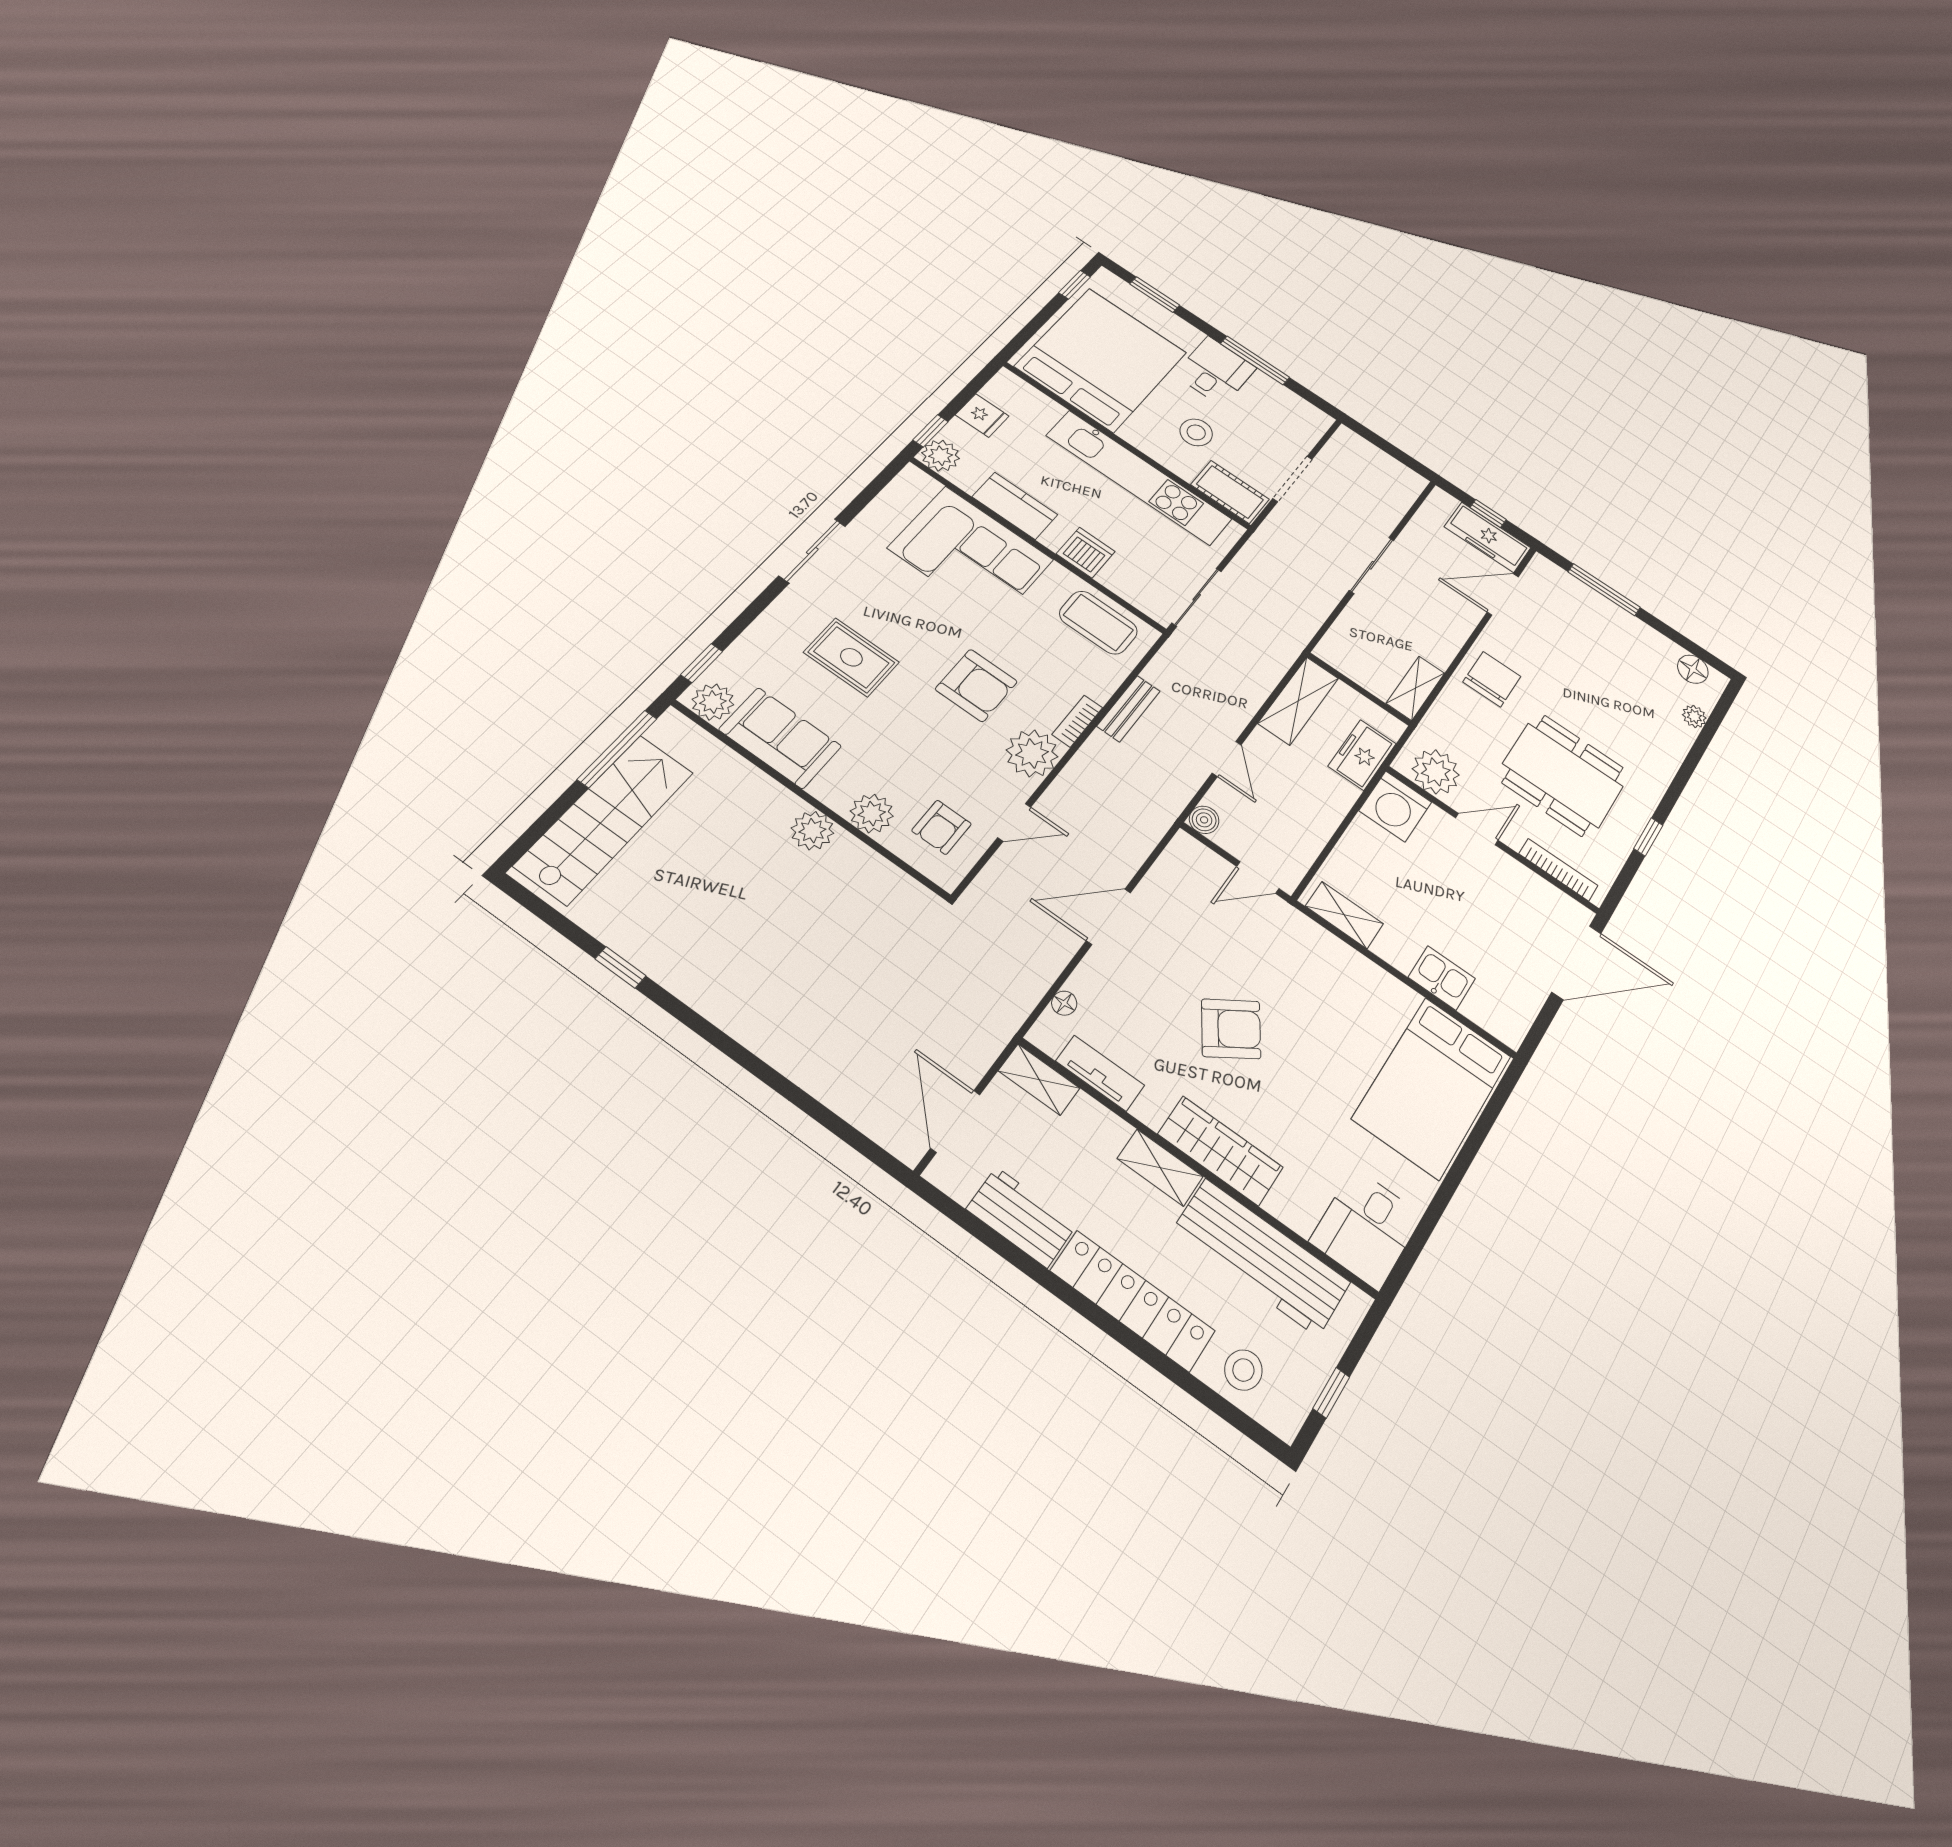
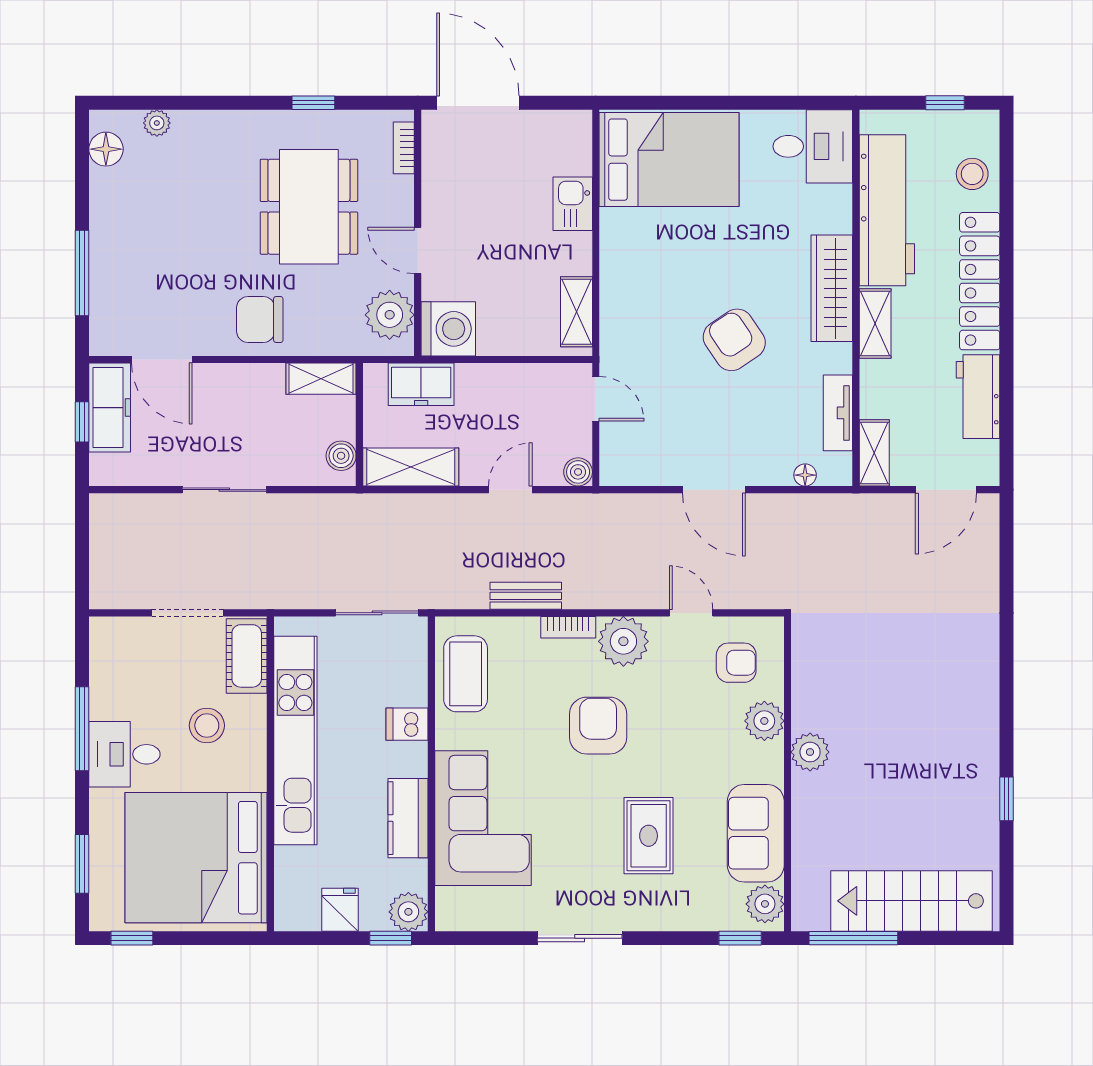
dishwasher: (1086, 553) -> (407, 724), width x0.73
boiler: (1343, 659) -> (341, 456), added
bookcase: (1558, 870) -> (404, 148), width x0.64

